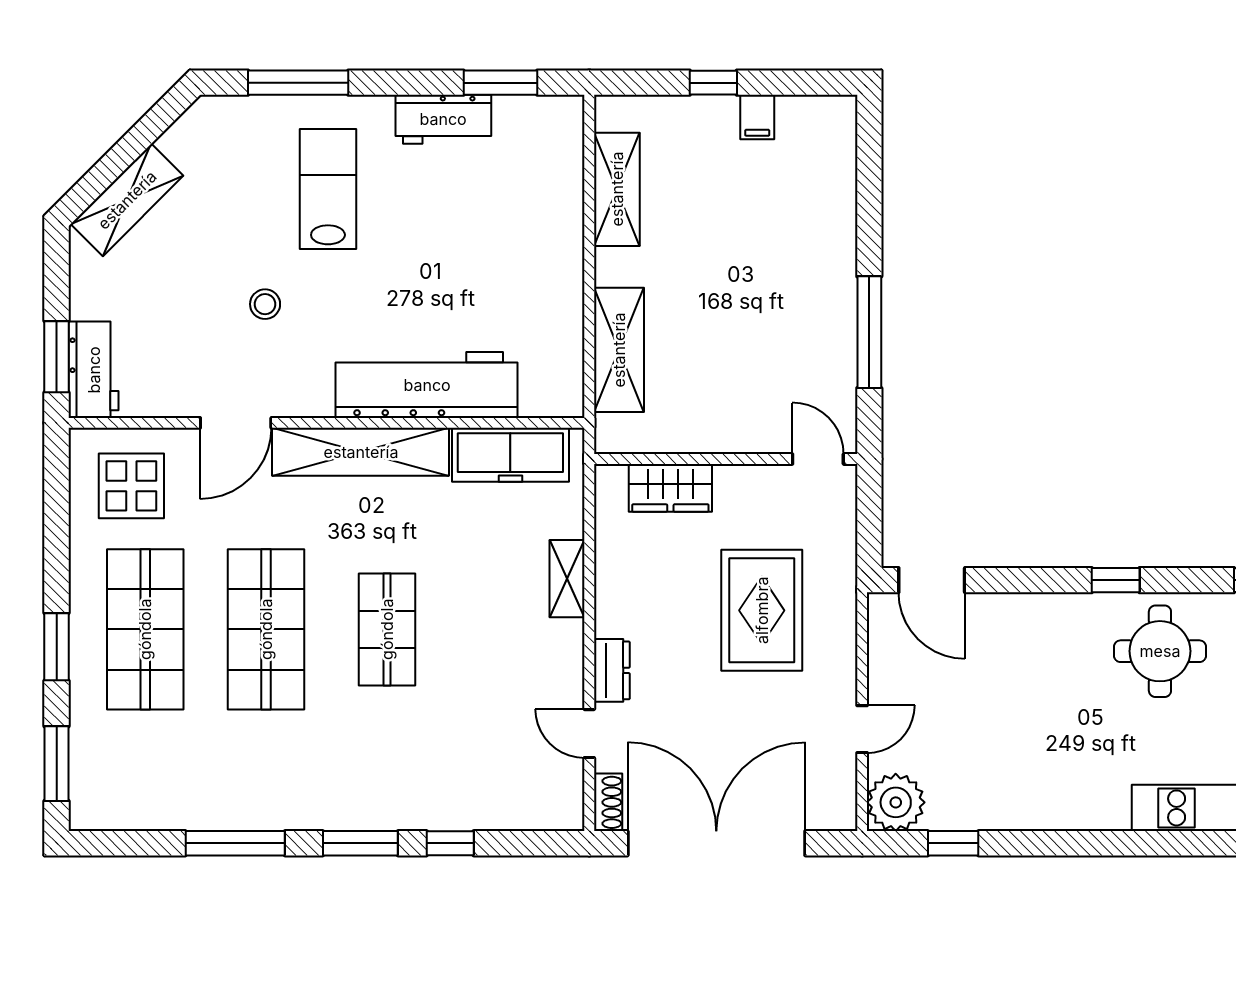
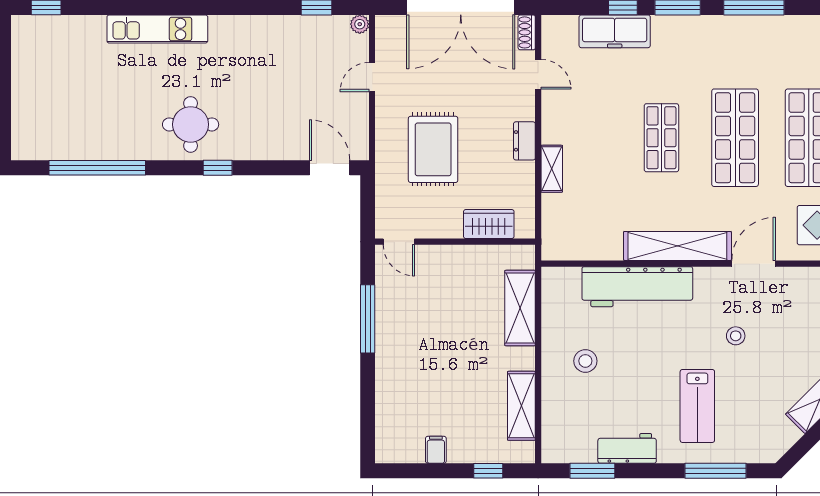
window: (713, 83) -> (488, 471), moved
stool: (512, 263) -> (585, 361), added
freezer: (510, 455) -> (615, 31), moved, turned 180
dresser: (612, 670) -> (524, 141), moved
plant: (896, 802) -> (360, 24), width x0.53, depth x0.53

